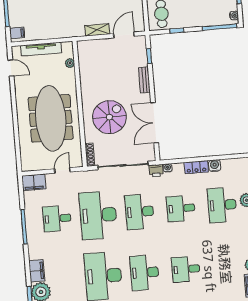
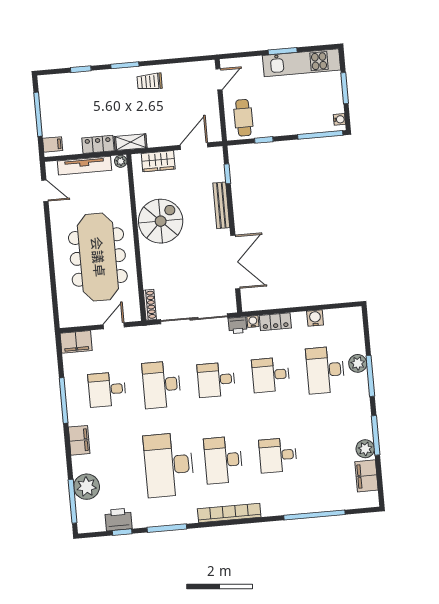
shelving: (97, 30) -> (130, 142), moved
locker: (51, 33) -> (98, 144), added
wardrobe: (97, 46) -> (158, 161), added
plant: (70, 63) -> (121, 161), moved
bench: (144, 80) -> (221, 205), width x1.36
spiral stairs: (109, 117) -> (161, 221), moved
double door: (155, 123) -> (235, 262), swing flipped
locker: (196, 167) -> (275, 322), moved
desk: (140, 212) -> (216, 380), width x0.73
desk: (98, 215) -> (162, 385), width x0.73, depth x0.77
filing cabinet: (37, 271) -> (79, 440), moved

